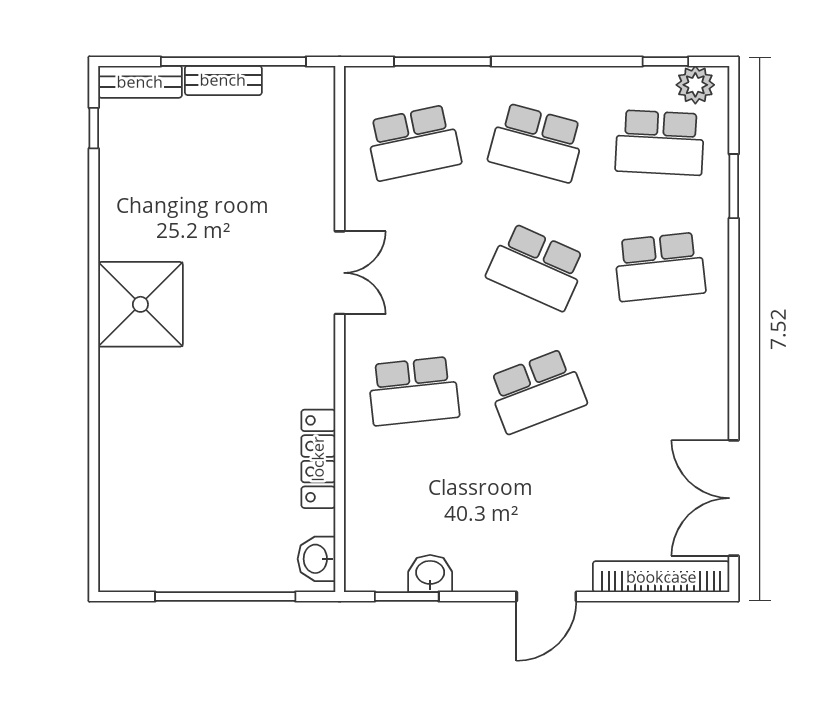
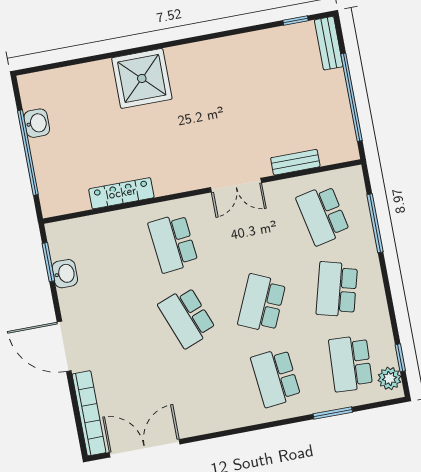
bench: (223, 80) -> (295, 162), moved, turned 90
shower: (140, 304) -> (142, 78), moved
washbasin: (316, 559) -> (37, 123), moved, turned 90
door: (546, 597) -> (64, 346), width x1.36

